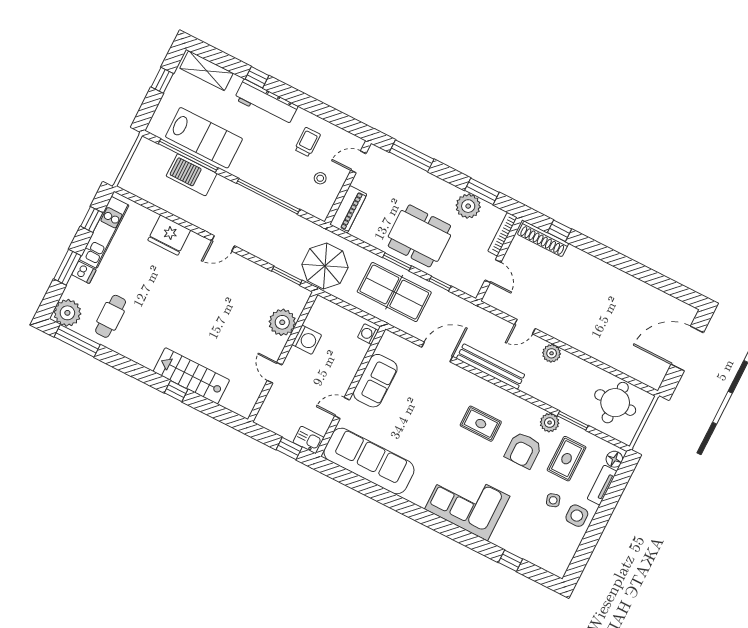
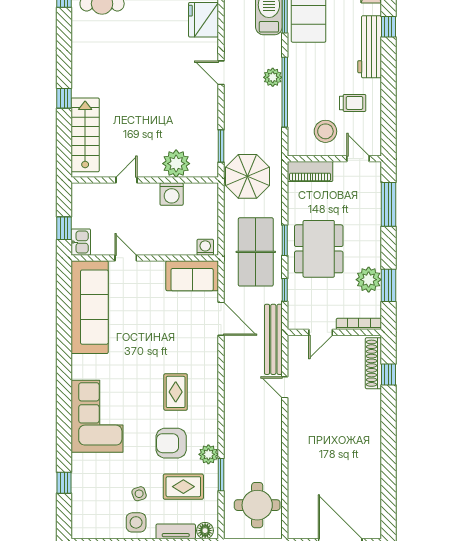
stool: (320, 178) -> (325, 131), width x1.89, depth x1.89
plant: (552, 353) -> (273, 77), moved
bench: (491, 367) -> (273, 339), moved
stairs: (191, 376) -> (85, 135), moved
sofa: (375, 381) -> (192, 276), moved

